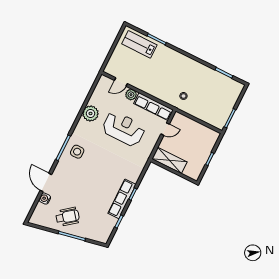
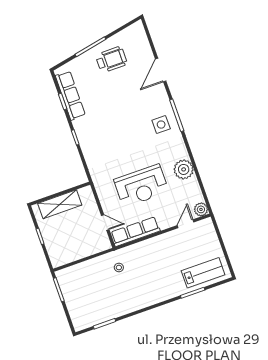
plant: (131, 95) -> (201, 209), moved
door: (165, 129) -> (105, 223), swing flipped
shelving: (169, 160) -> (60, 204), moved
door: (46, 182) -> (161, 70), swing flipped
water cooler: (45, 199) -> (147, 55), removed
row of seats: (122, 199) -> (70, 95), moved
wheelchair: (67, 217) -> (111, 60), turned -142

